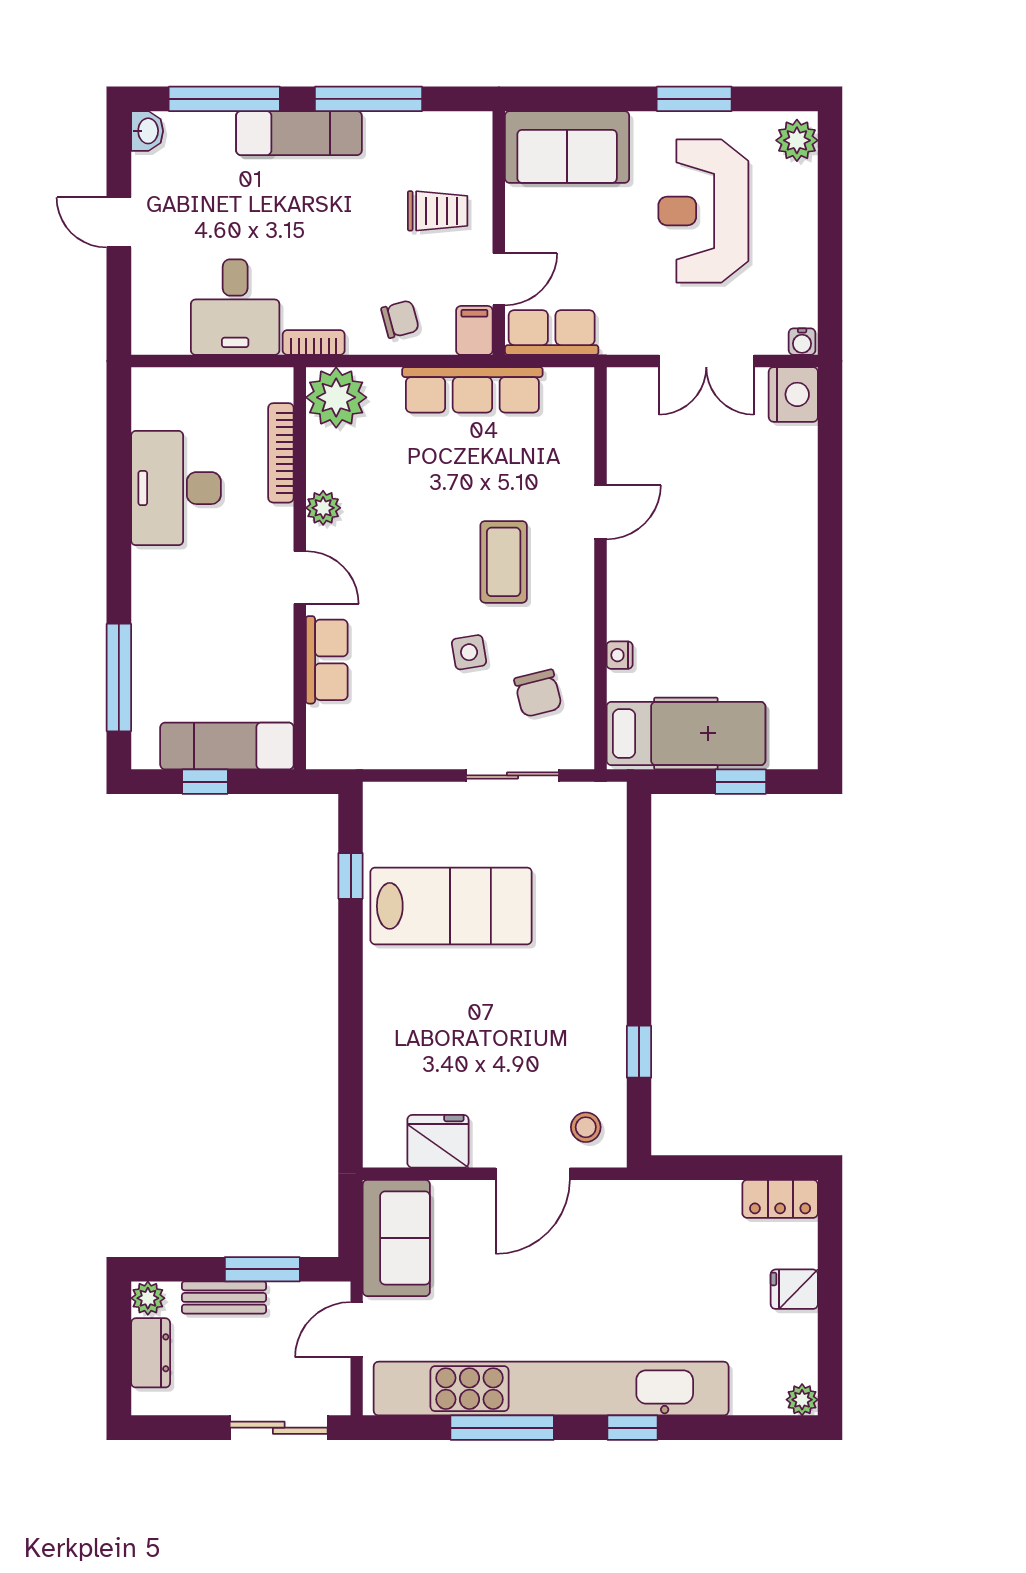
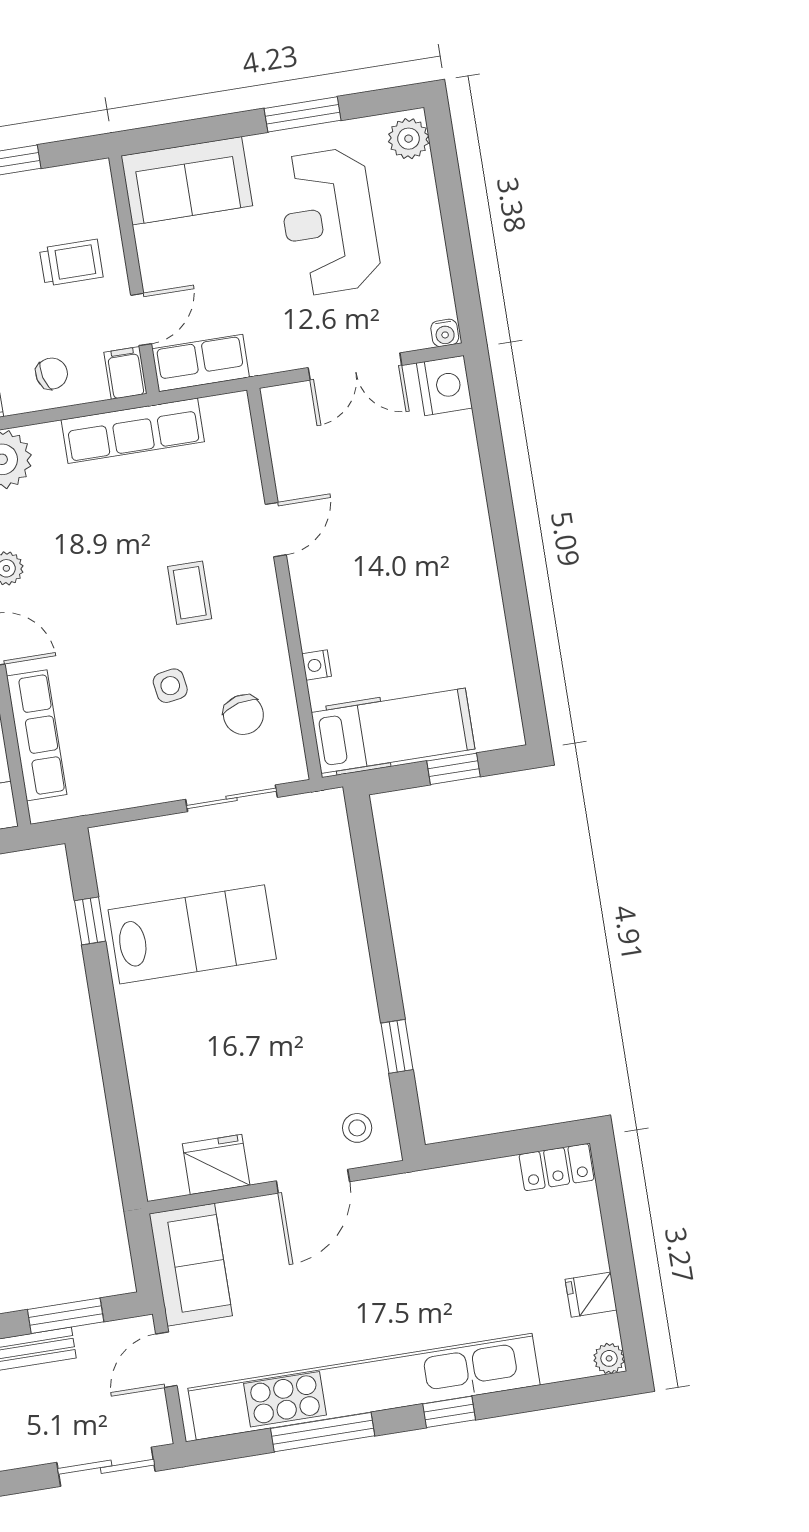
coffee table: (504, 562) -> (190, 593), width x0.73, depth x0.77
row of seats: (327, 660) -> (37, 735), width x1.48
fridge: (794, 1289) -> (591, 1295), moved

